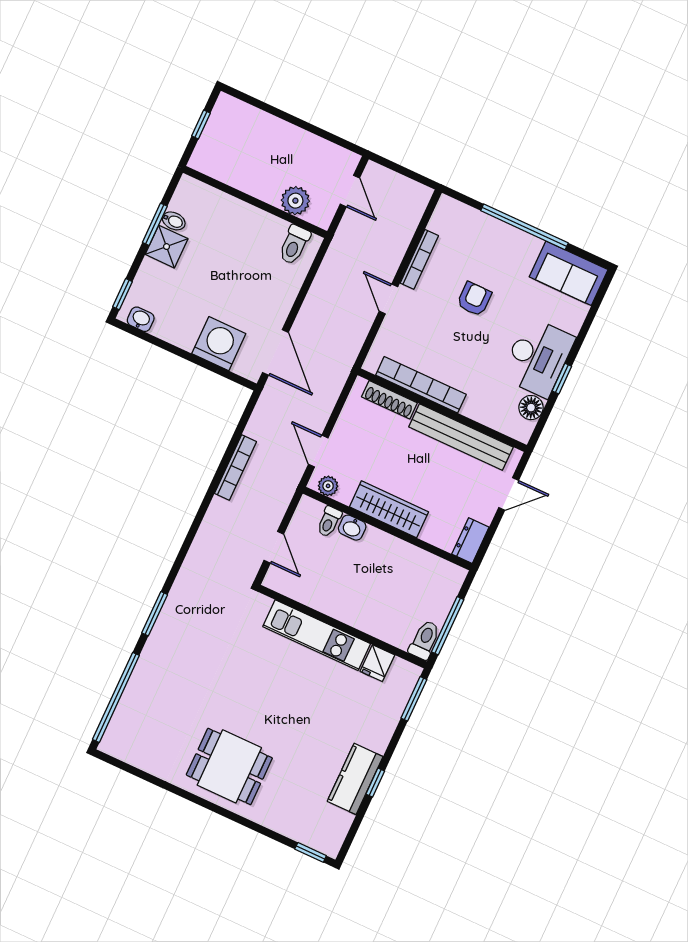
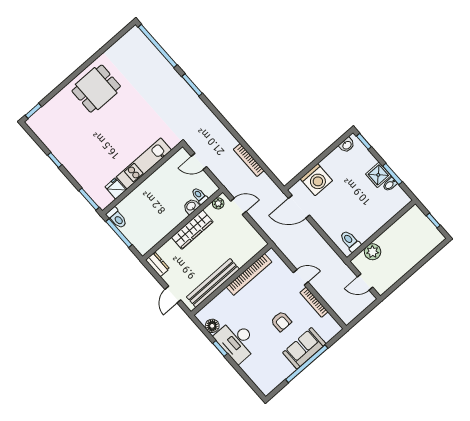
sofa: (569, 273) -> (304, 348), moved
shoe rack: (389, 400) -> (248, 255), removed
kitchen counter: (355, 779) -> (61, 151), removed

